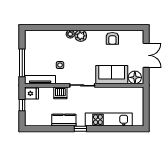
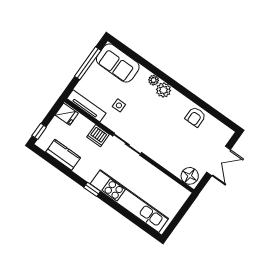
window: (22, 63) -> (88, 63), moved
sofa: (112, 75) -> (118, 63), moved, turned 180
window: (22, 105) -> (39, 131), moved
kitchen counter: (64, 120) -> (63, 155), moved
kitchen unit: (109, 120) -> (129, 201), width x1.36

